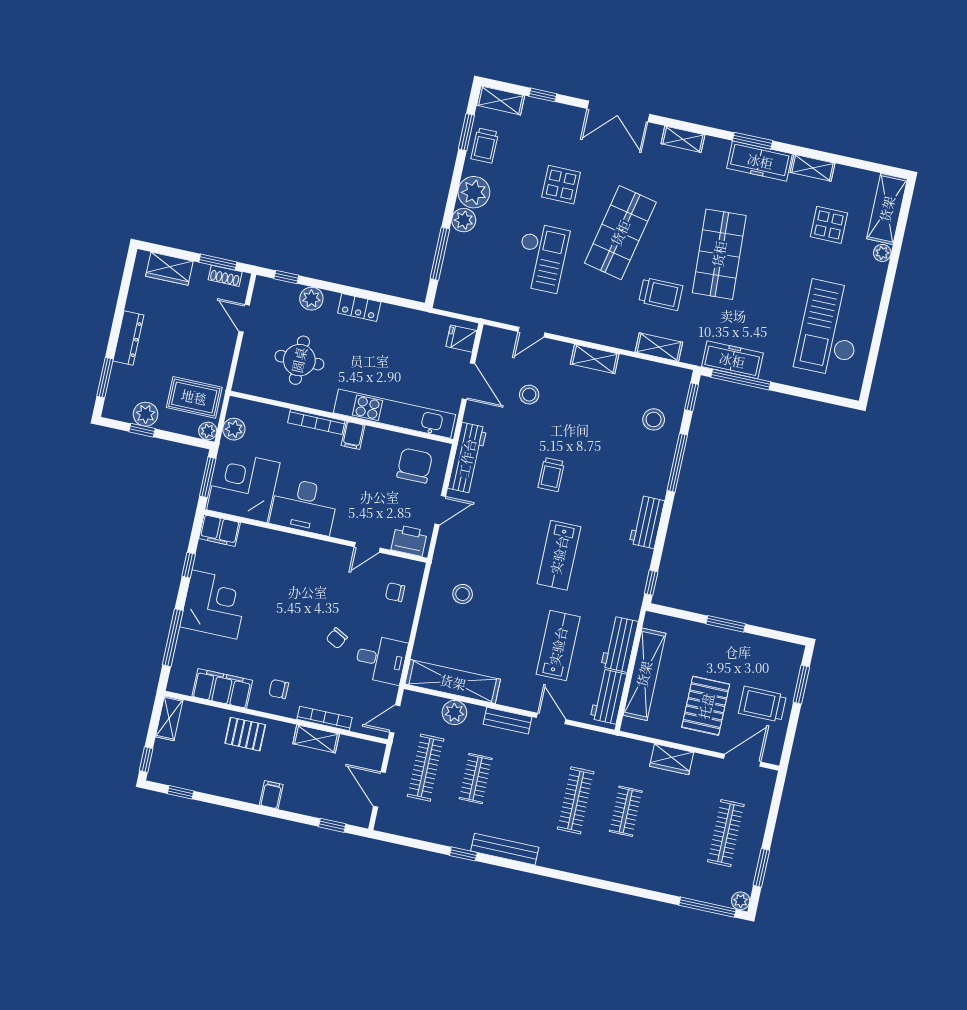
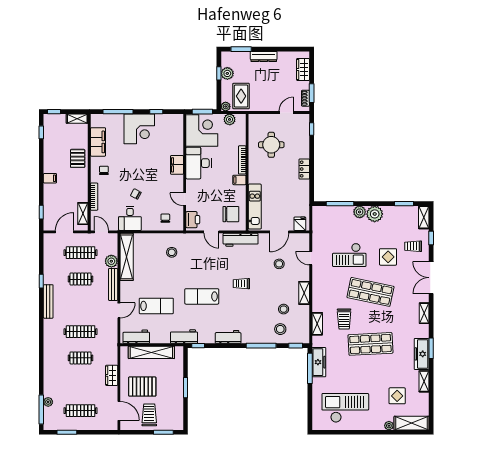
trolley: (485, 146) -> (413, 246), moved
plant: (311, 299) -> (303, 144), removed
stool: (617, 405) -> (284, 309), added
kitchen unit: (394, 414) -> (255, 207), width x0.73
filing cabinet: (219, 530) -> (177, 165), moved
workbench: (619, 644) -> (184, 337), moved
bench: (508, 721) -> (113, 284), width x1.36
shelving: (316, 739) -> (83, 214), moved
plant: (741, 901) -> (48, 402), moved

